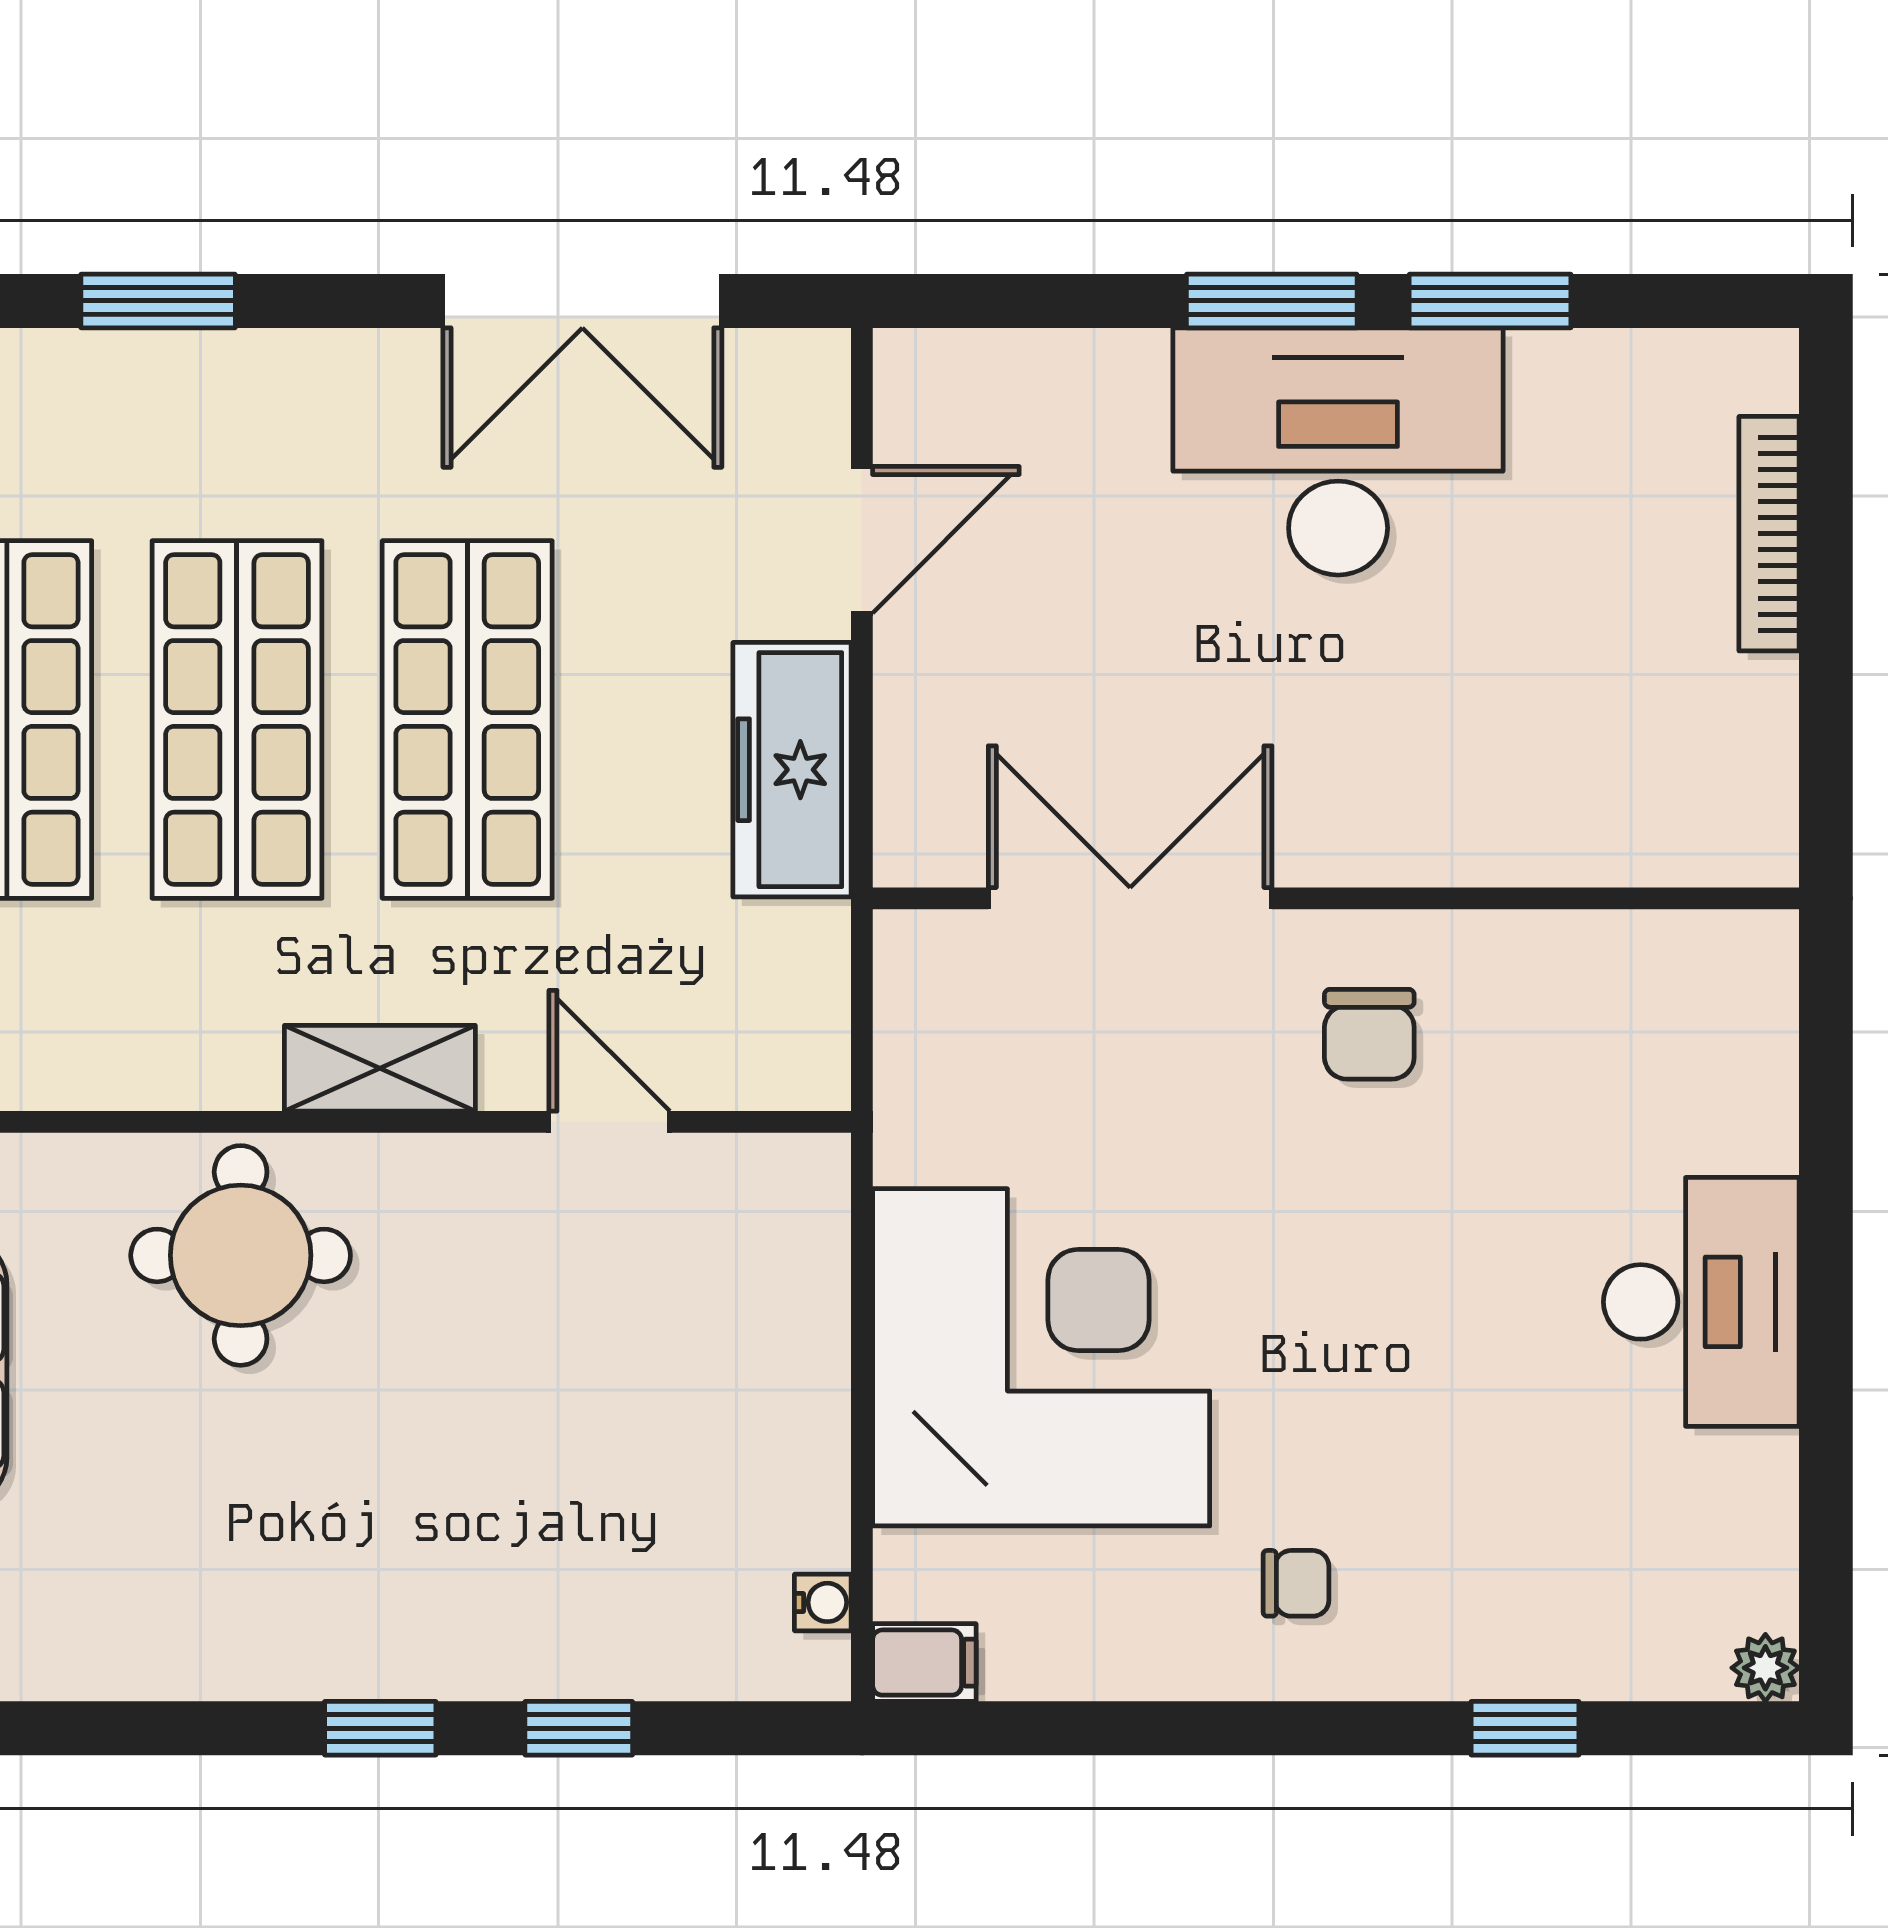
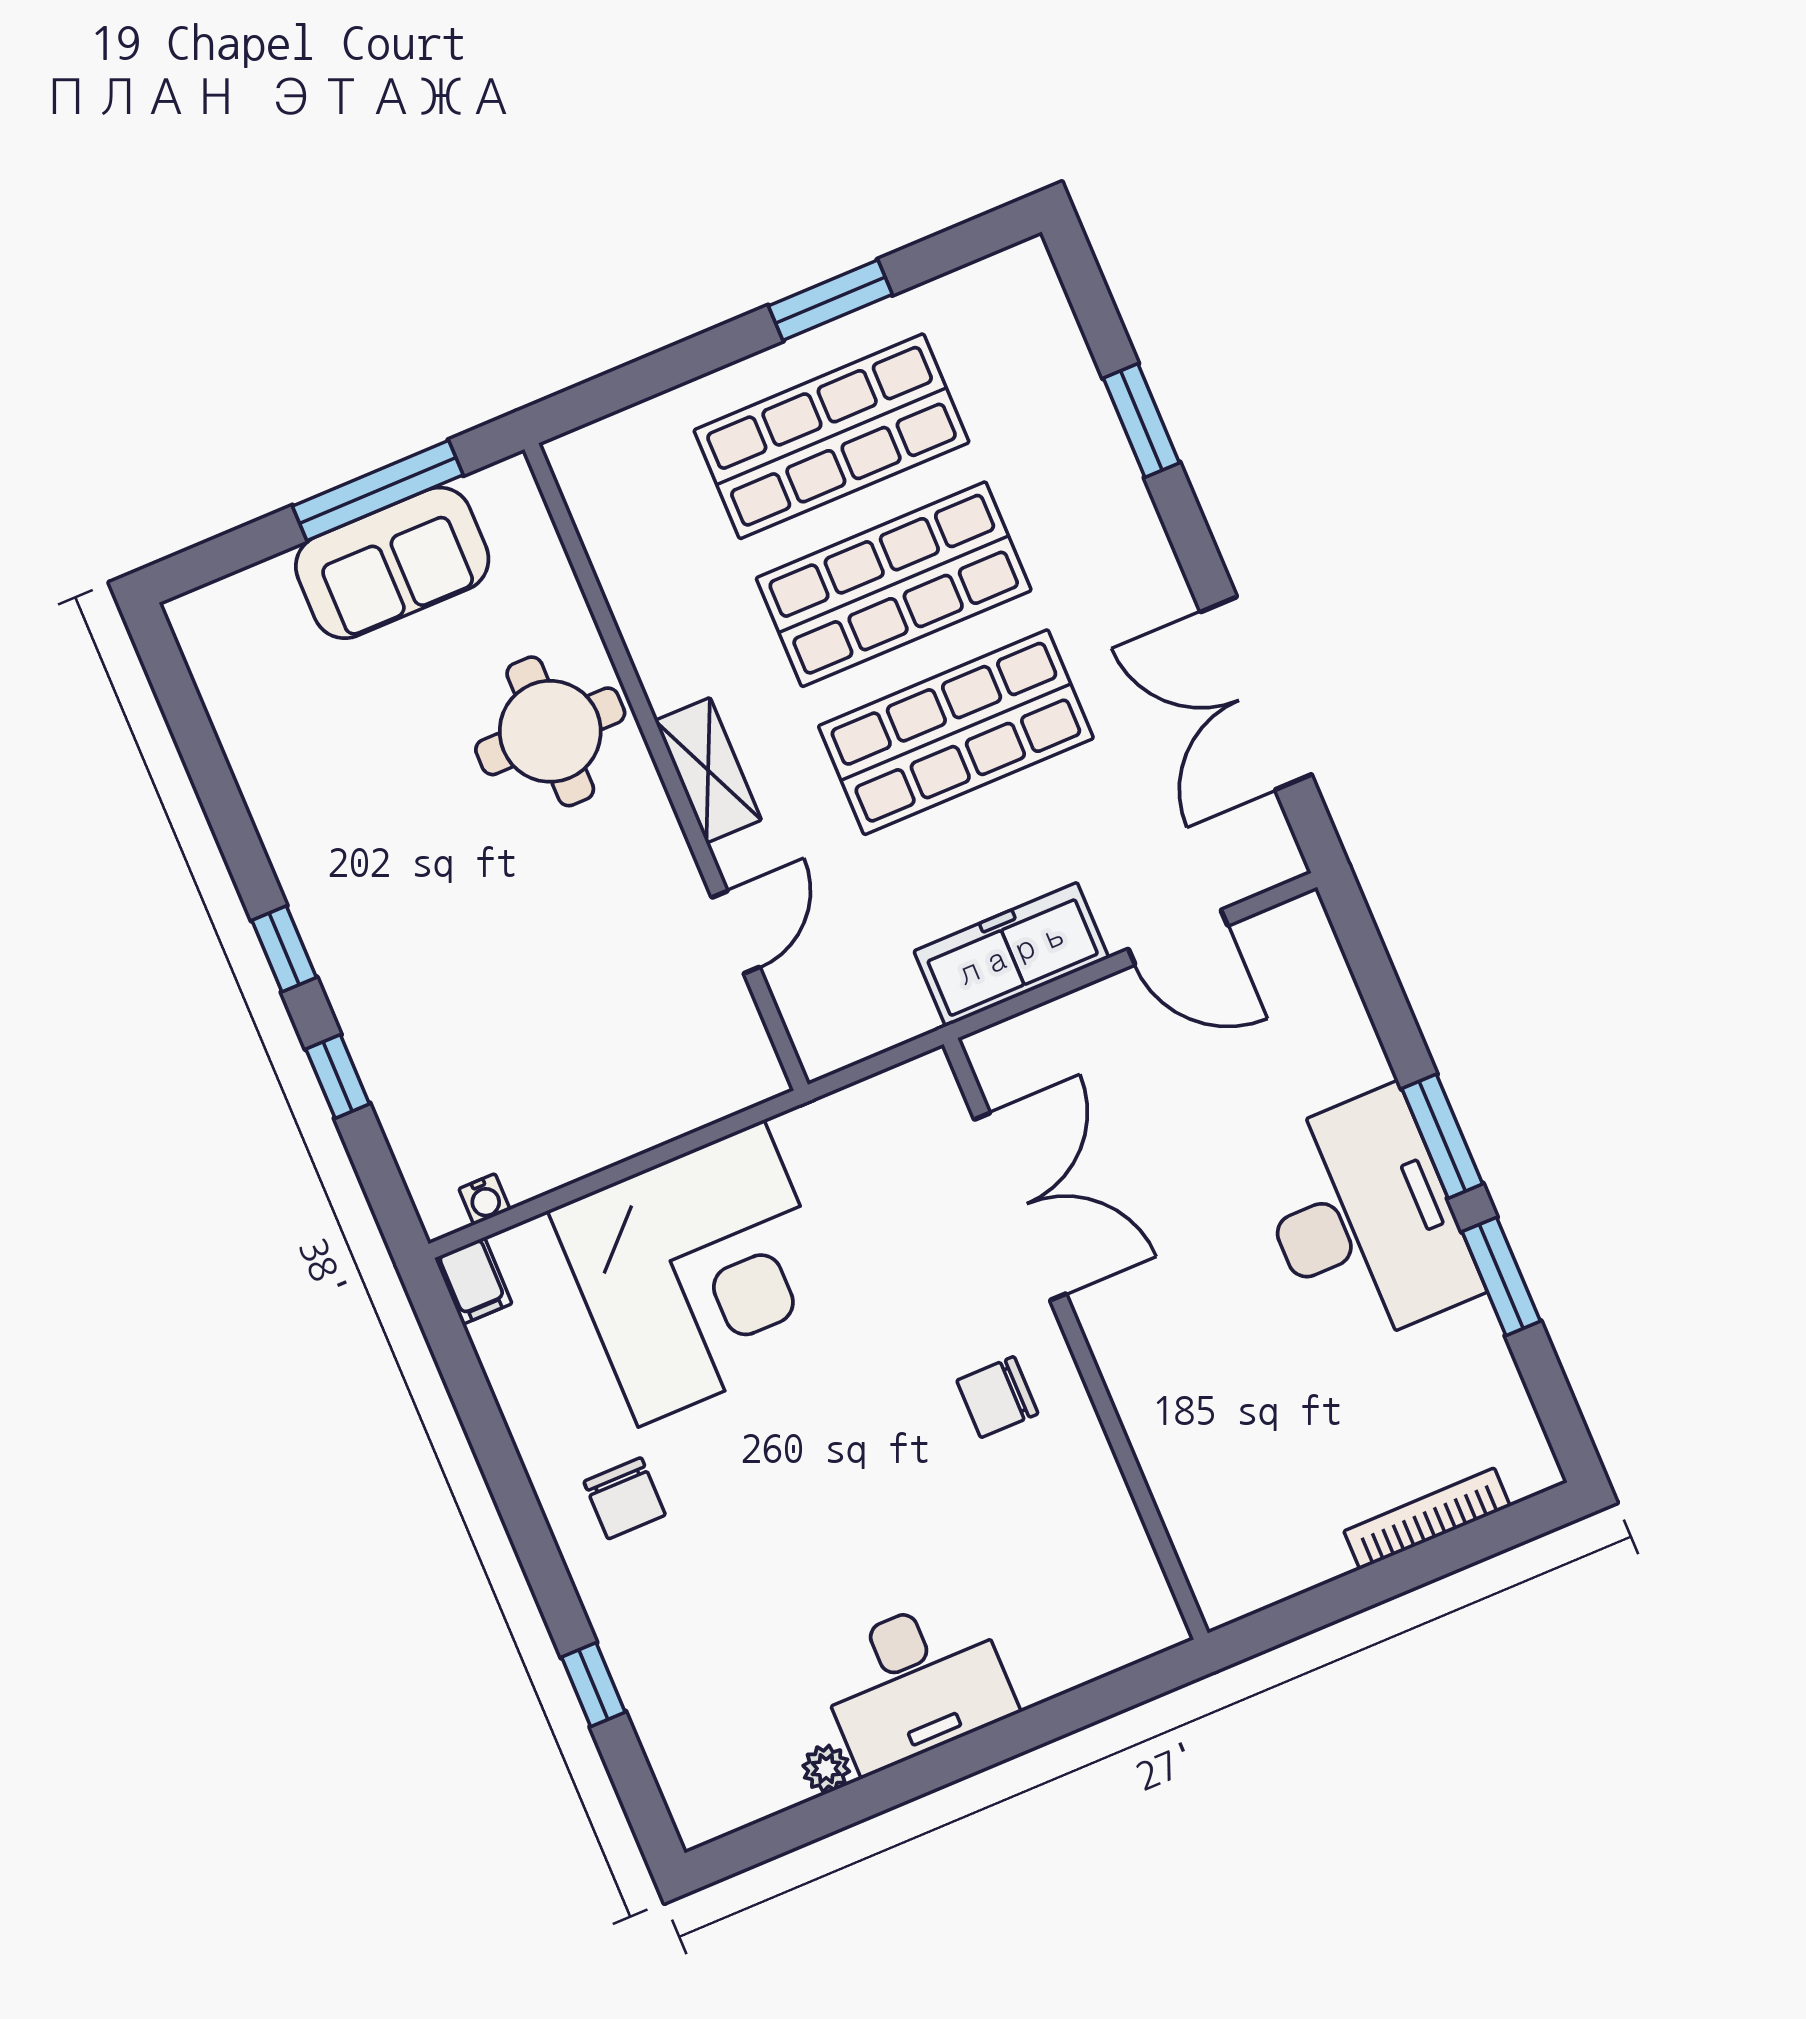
chair: (1296, 1583) -> (625, 1498), width x1.37, depth x1.37
plant: (1765, 1668) -> (826, 1769), moved

